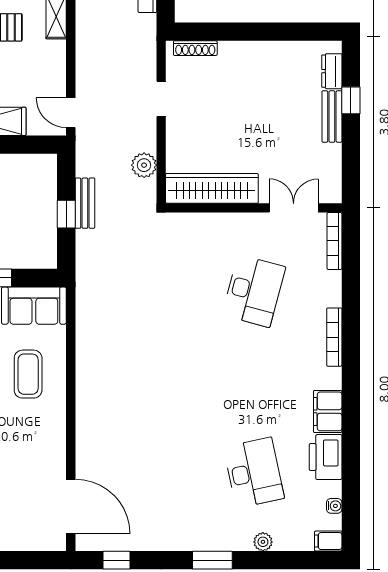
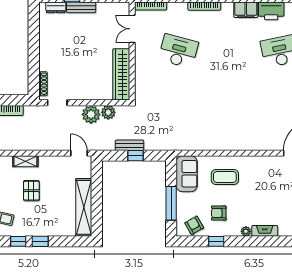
doorway: (161, 99) -> (57, 103), moved
door: (71, 113) -> (79, 153), swing flipped
plant: (140, 134) -> (91, 114), added

